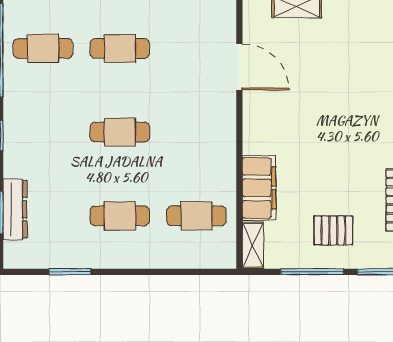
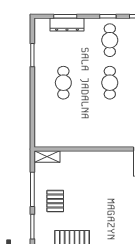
filing cabinet: (259, 188) -> (79, 160), removed
cafe table: (196, 216) -> (110, 40), moved

